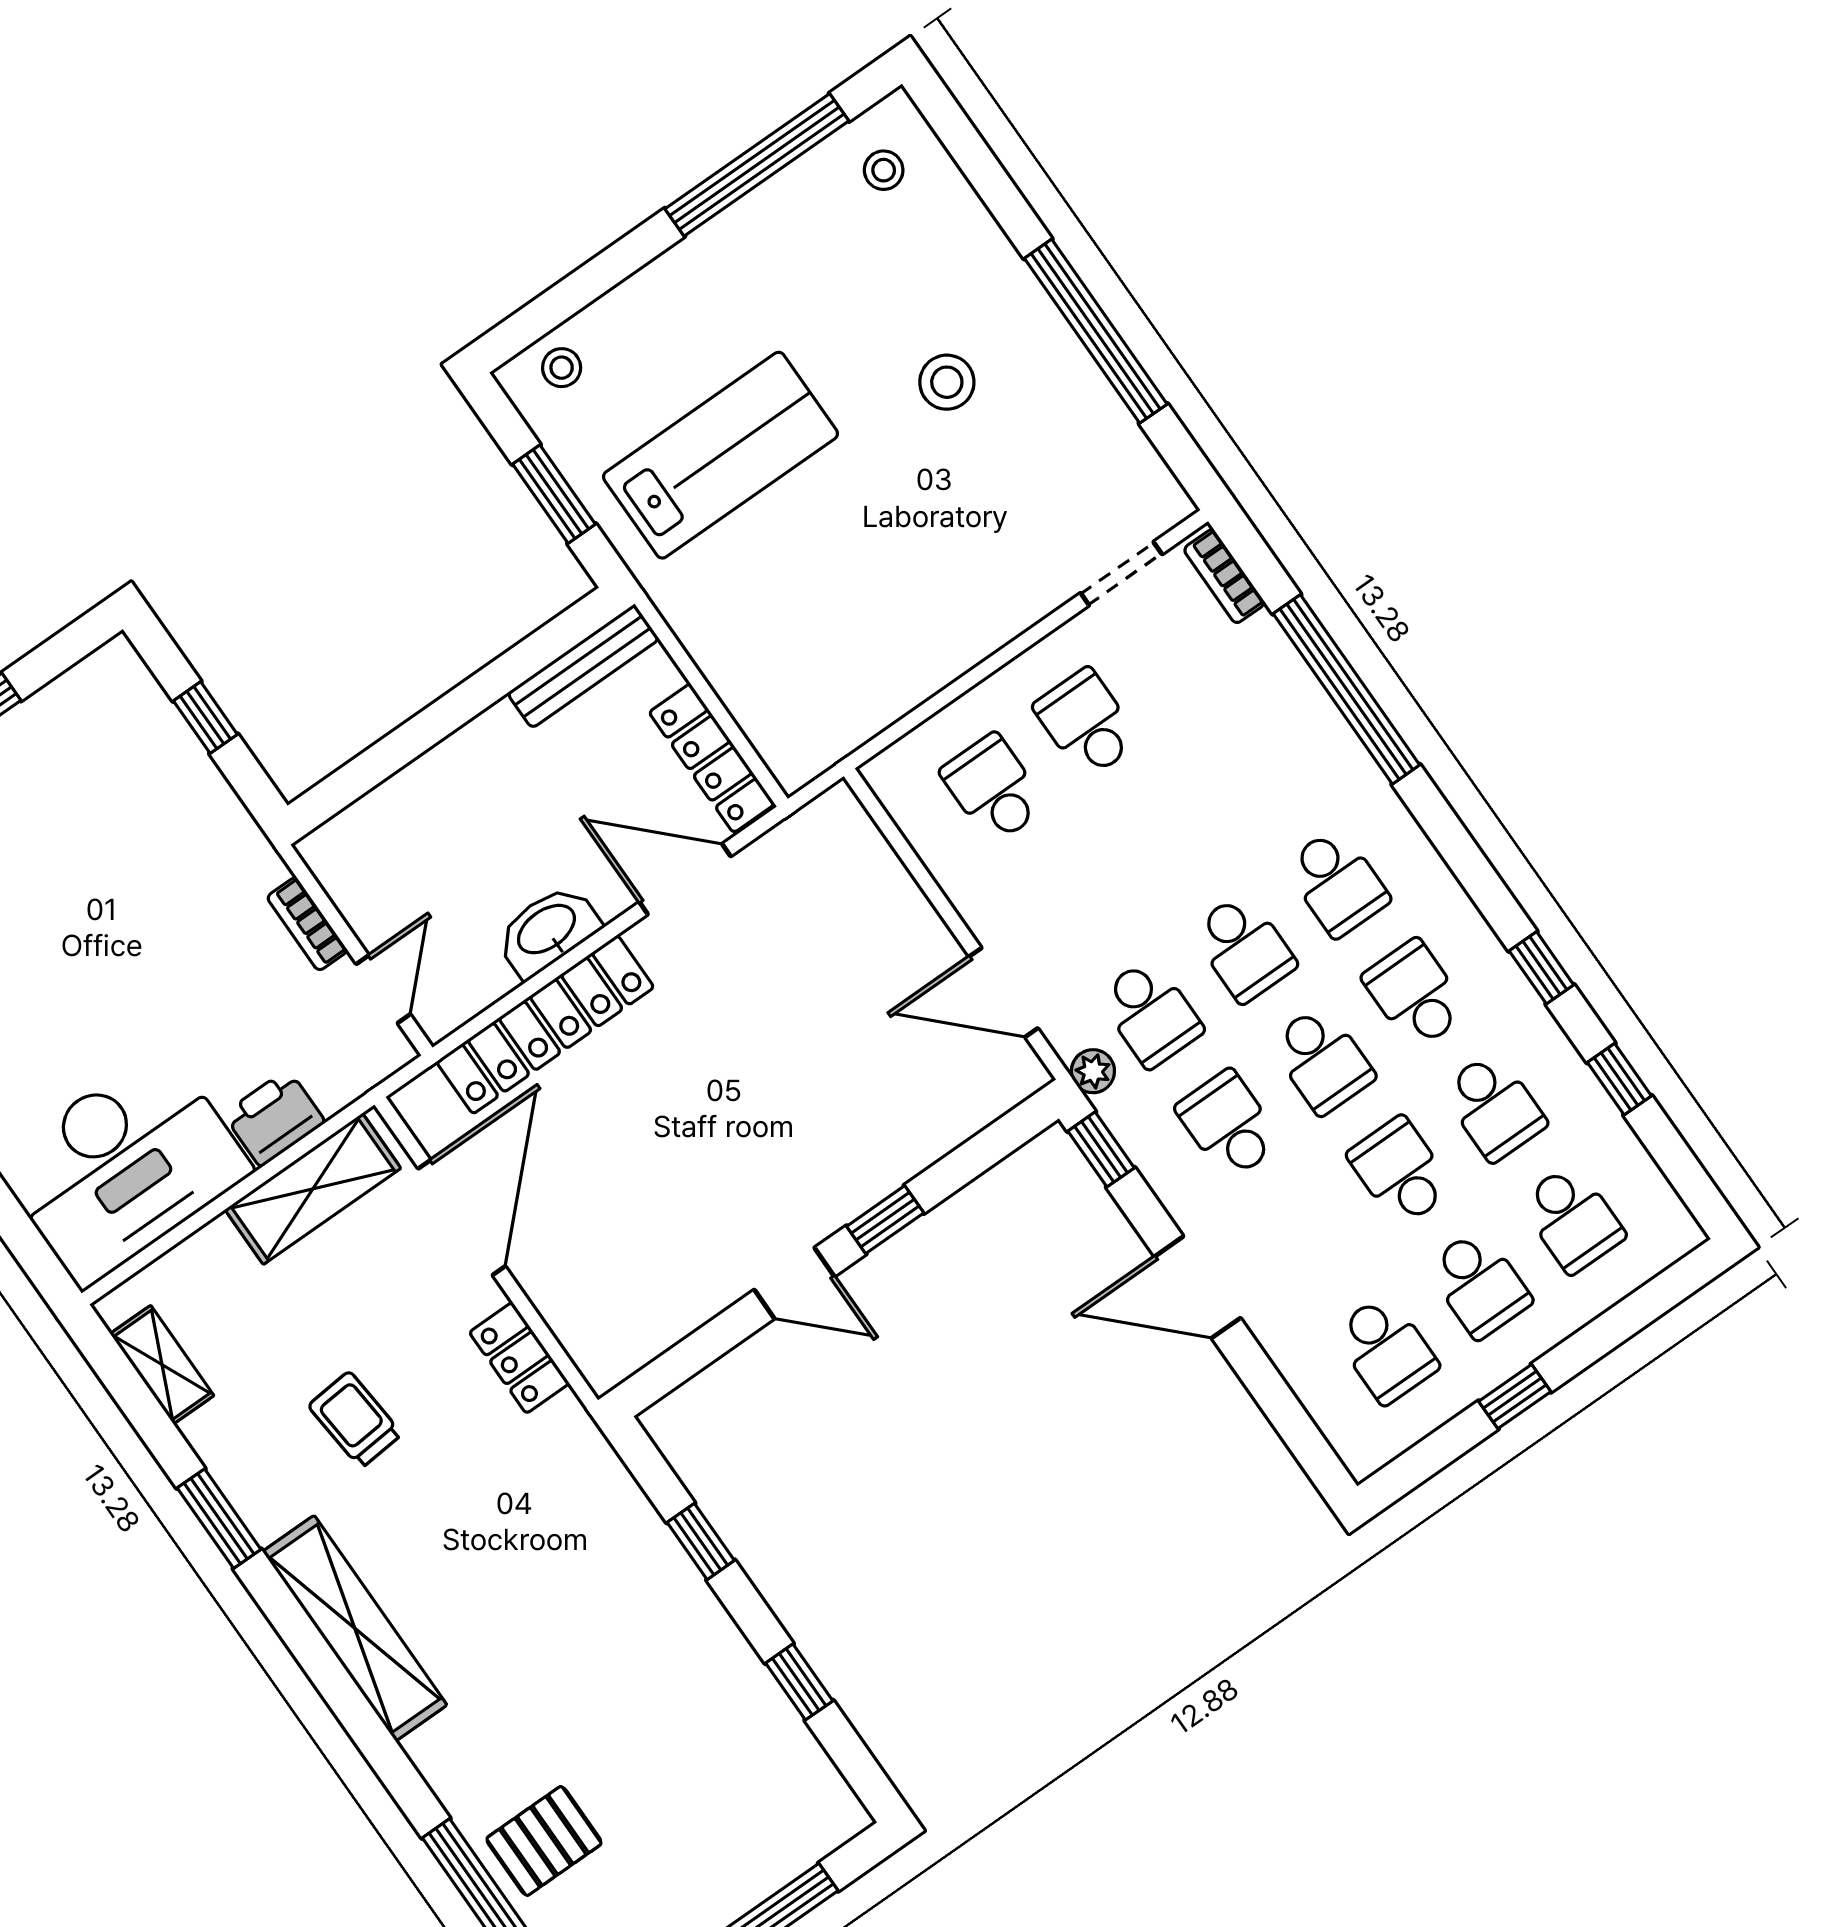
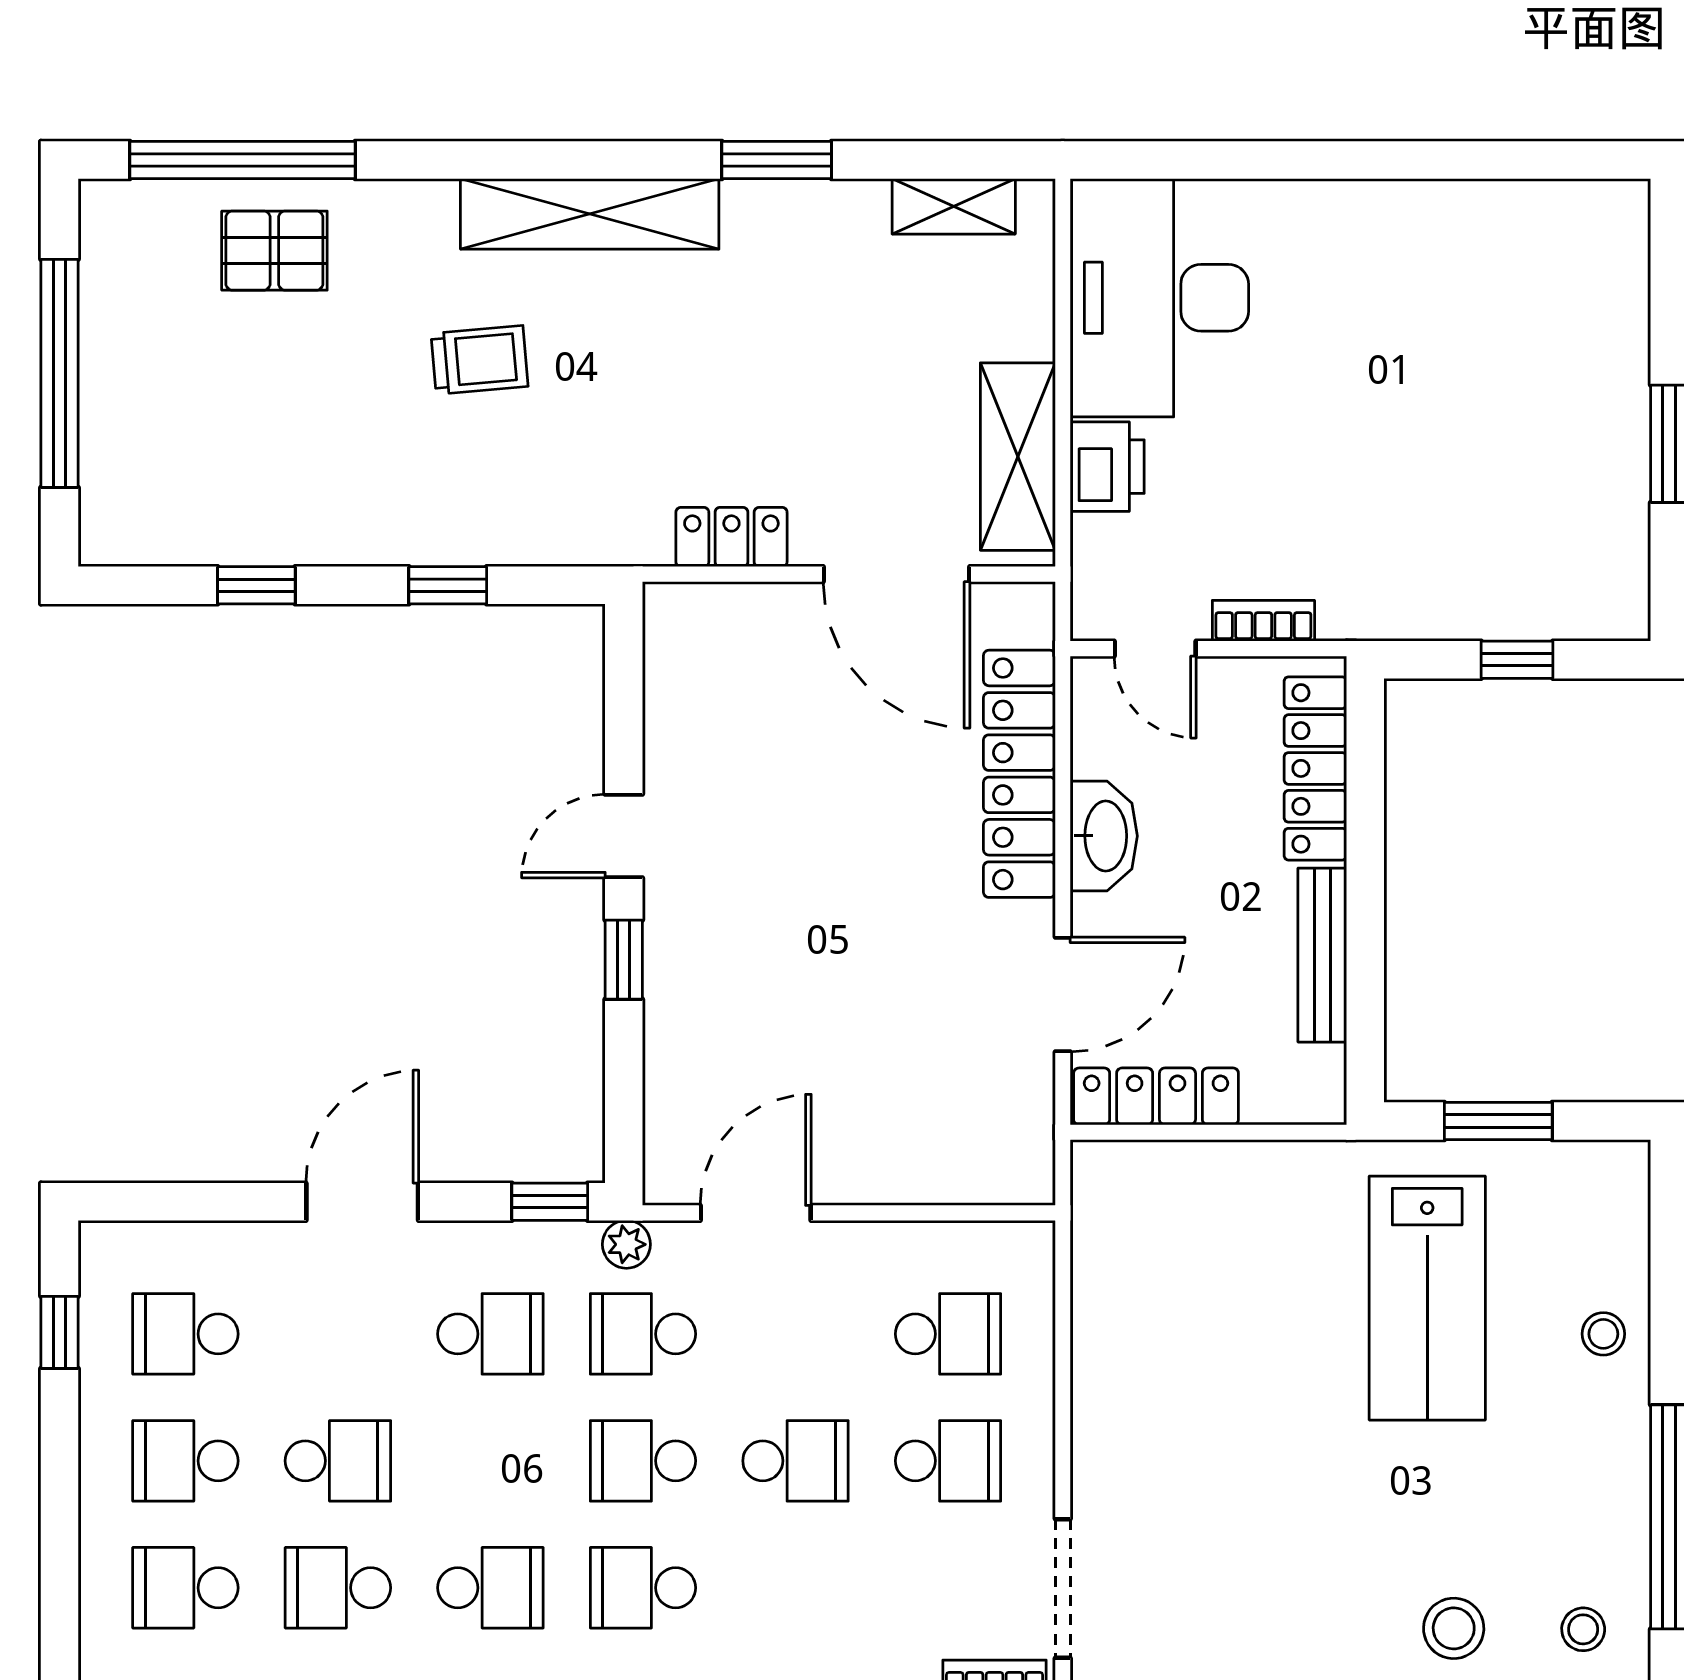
stool: (562, 368) -> (1603, 1334), moved
stool: (947, 382) -> (1454, 1628), moved
doorway: (1121, 574) -> (1063, 1588), width x1.38
bench: (583, 666) -> (1322, 955), moved
locker: (389, 810) -> (1315, 768), added
school desk: (1322, 1060) -> (795, 1461), moved, turned 180
window: (1515, 1397) -> (60, 1332), moved
trolley: (355, 1420) -> (479, 360), moved
pallet: (544, 1841) -> (274, 251), turned 90

